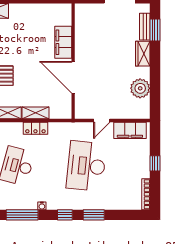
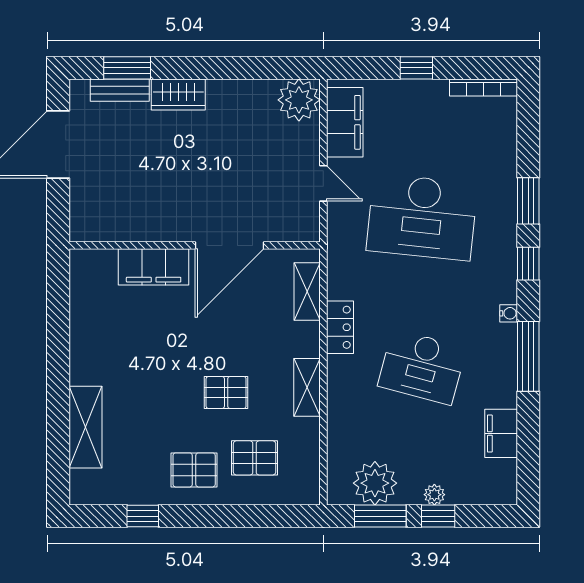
plant: (140, 88) -> (299, 100), moved
shelving: (35, 113) -> (307, 292), moved

